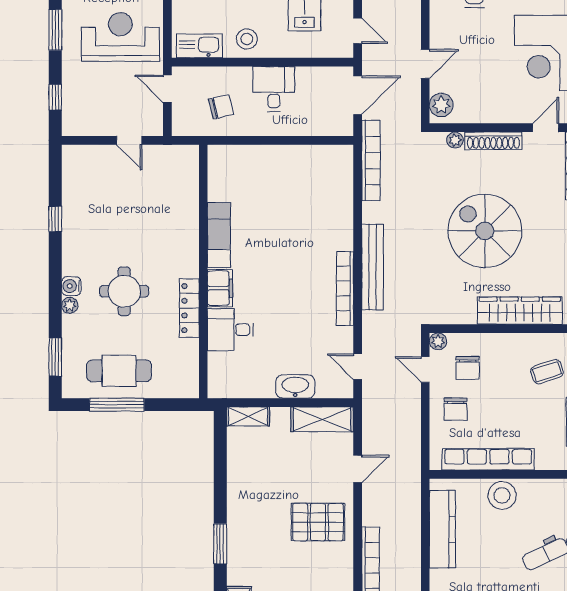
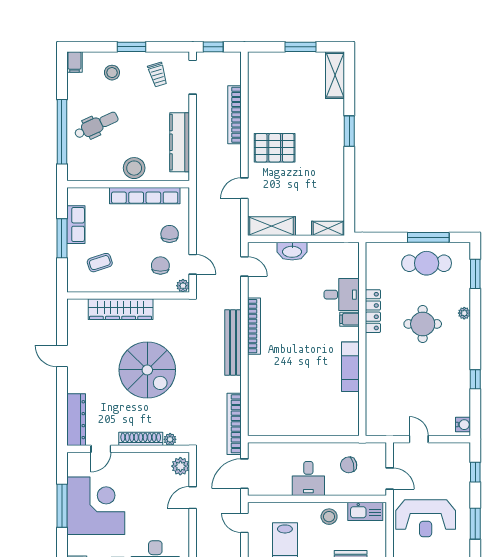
water cooler: (71, 286) -> (463, 425), moved
filing cabinet: (220, 288) -> (349, 319), width x0.50

